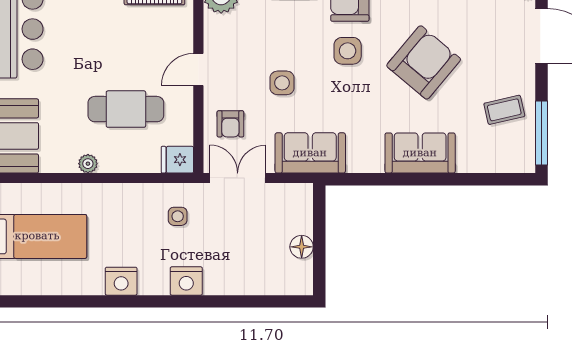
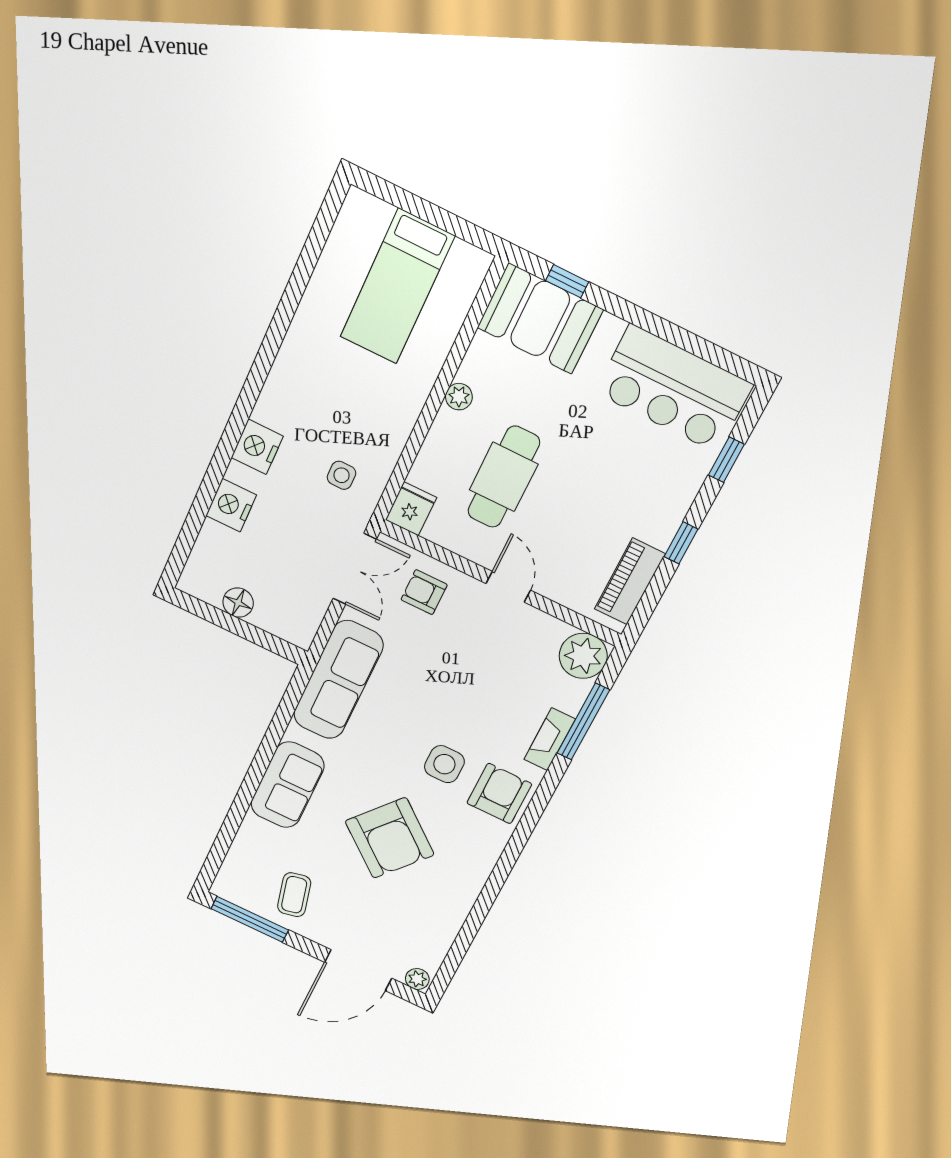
side table: (282, 83) -> (444, 674), removed
sofa: (310, 153) -> (338, 680), width x1.36
nightstand: (121, 281) -> (231, 505), moved

